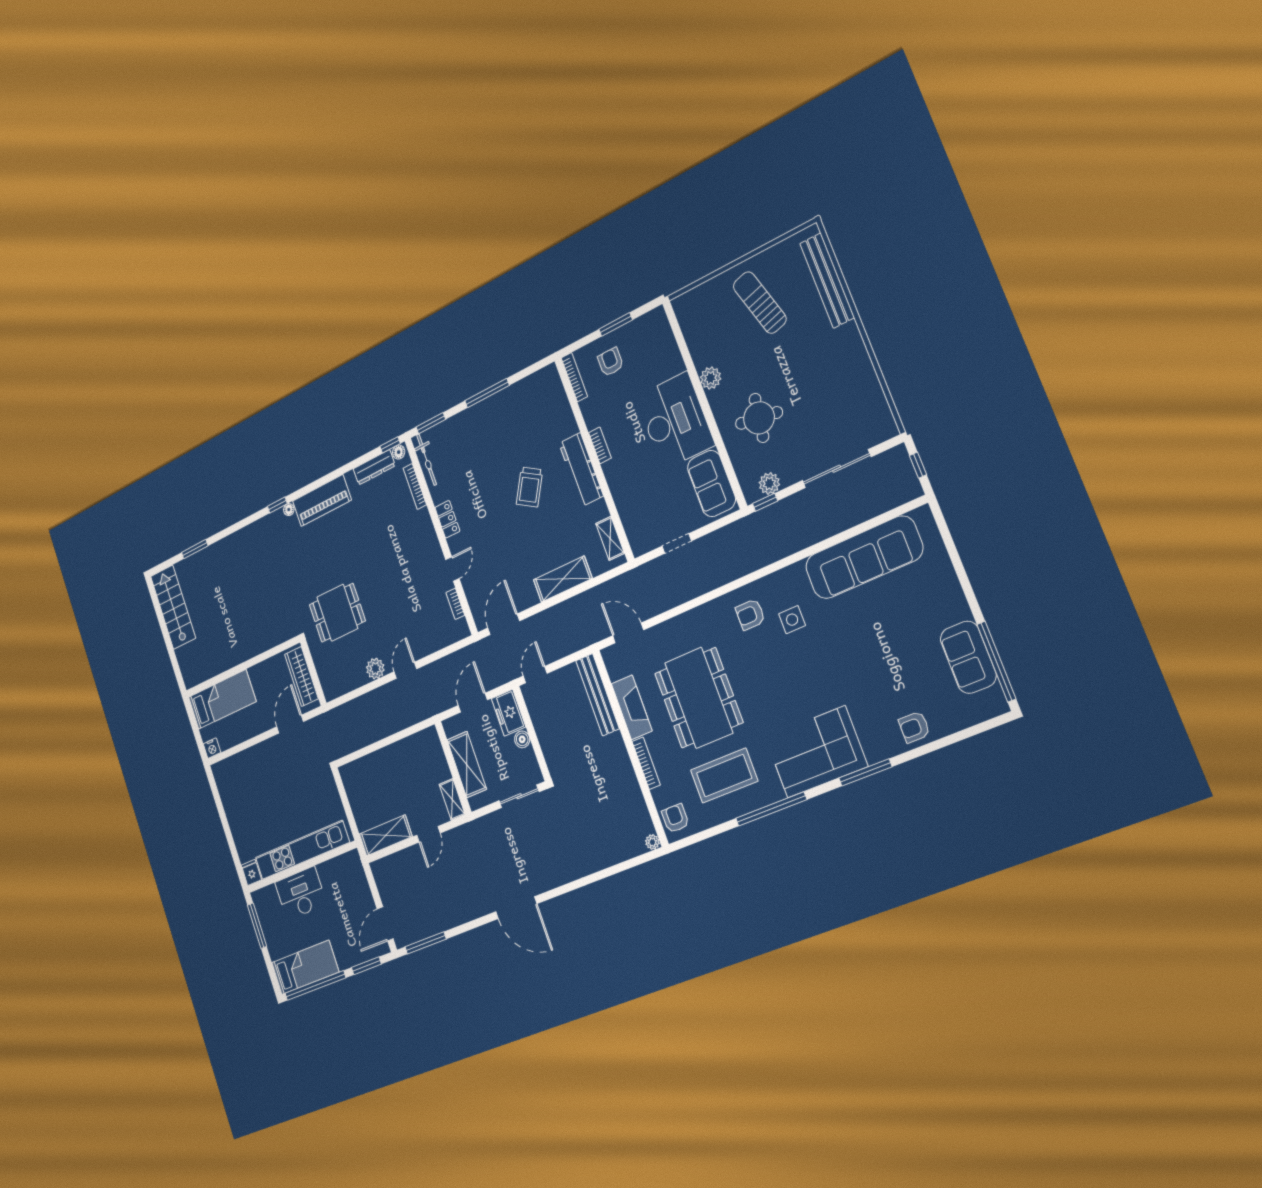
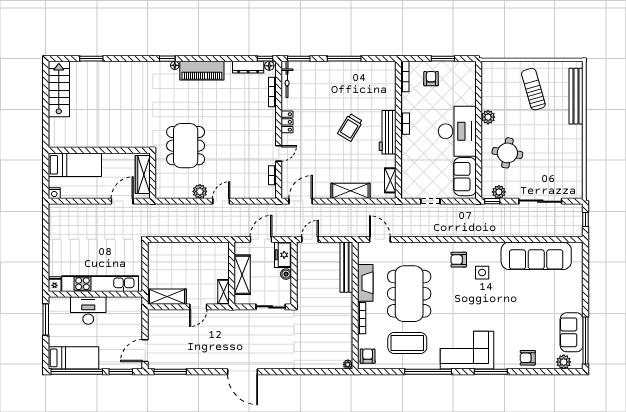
dining table: (337, 613) -> (186, 146), width x1.38
plant: (975, 711) -> (564, 362), added

